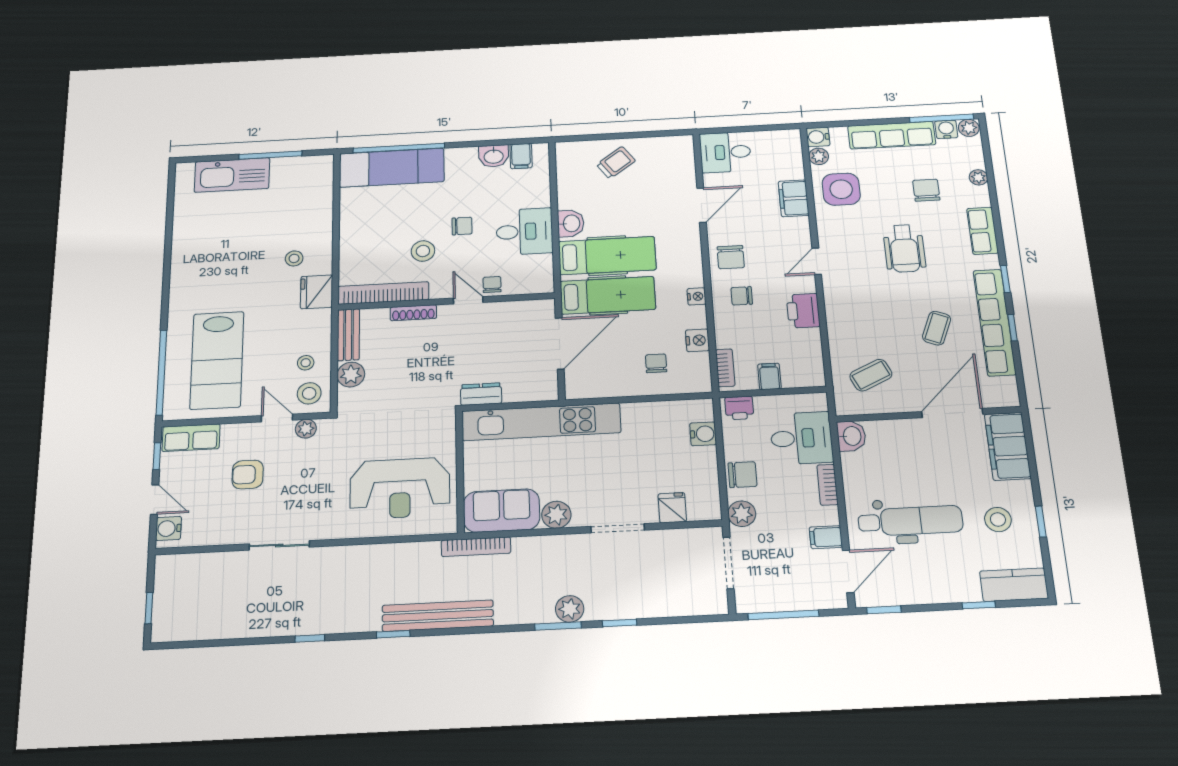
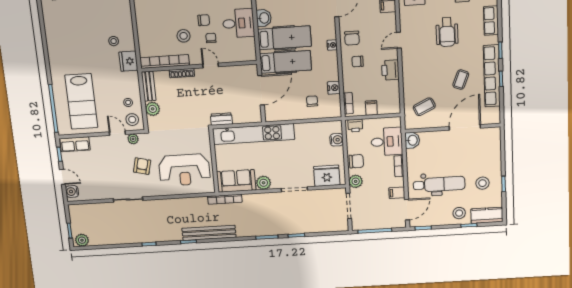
chair: (492, 285) -> (211, 38), moved
nightstand: (697, 296) -> (332, 45), moved
filing cabinet: (1008, 446) -> (491, 145), removed
armchair: (248, 474) -> (142, 166), moved, turned 104
fridge: (672, 508) -> (327, 176), width x1.88, depth x1.34
stool: (956, 579) -> (459, 213), added
plant: (570, 609) -> (82, 240), moved

